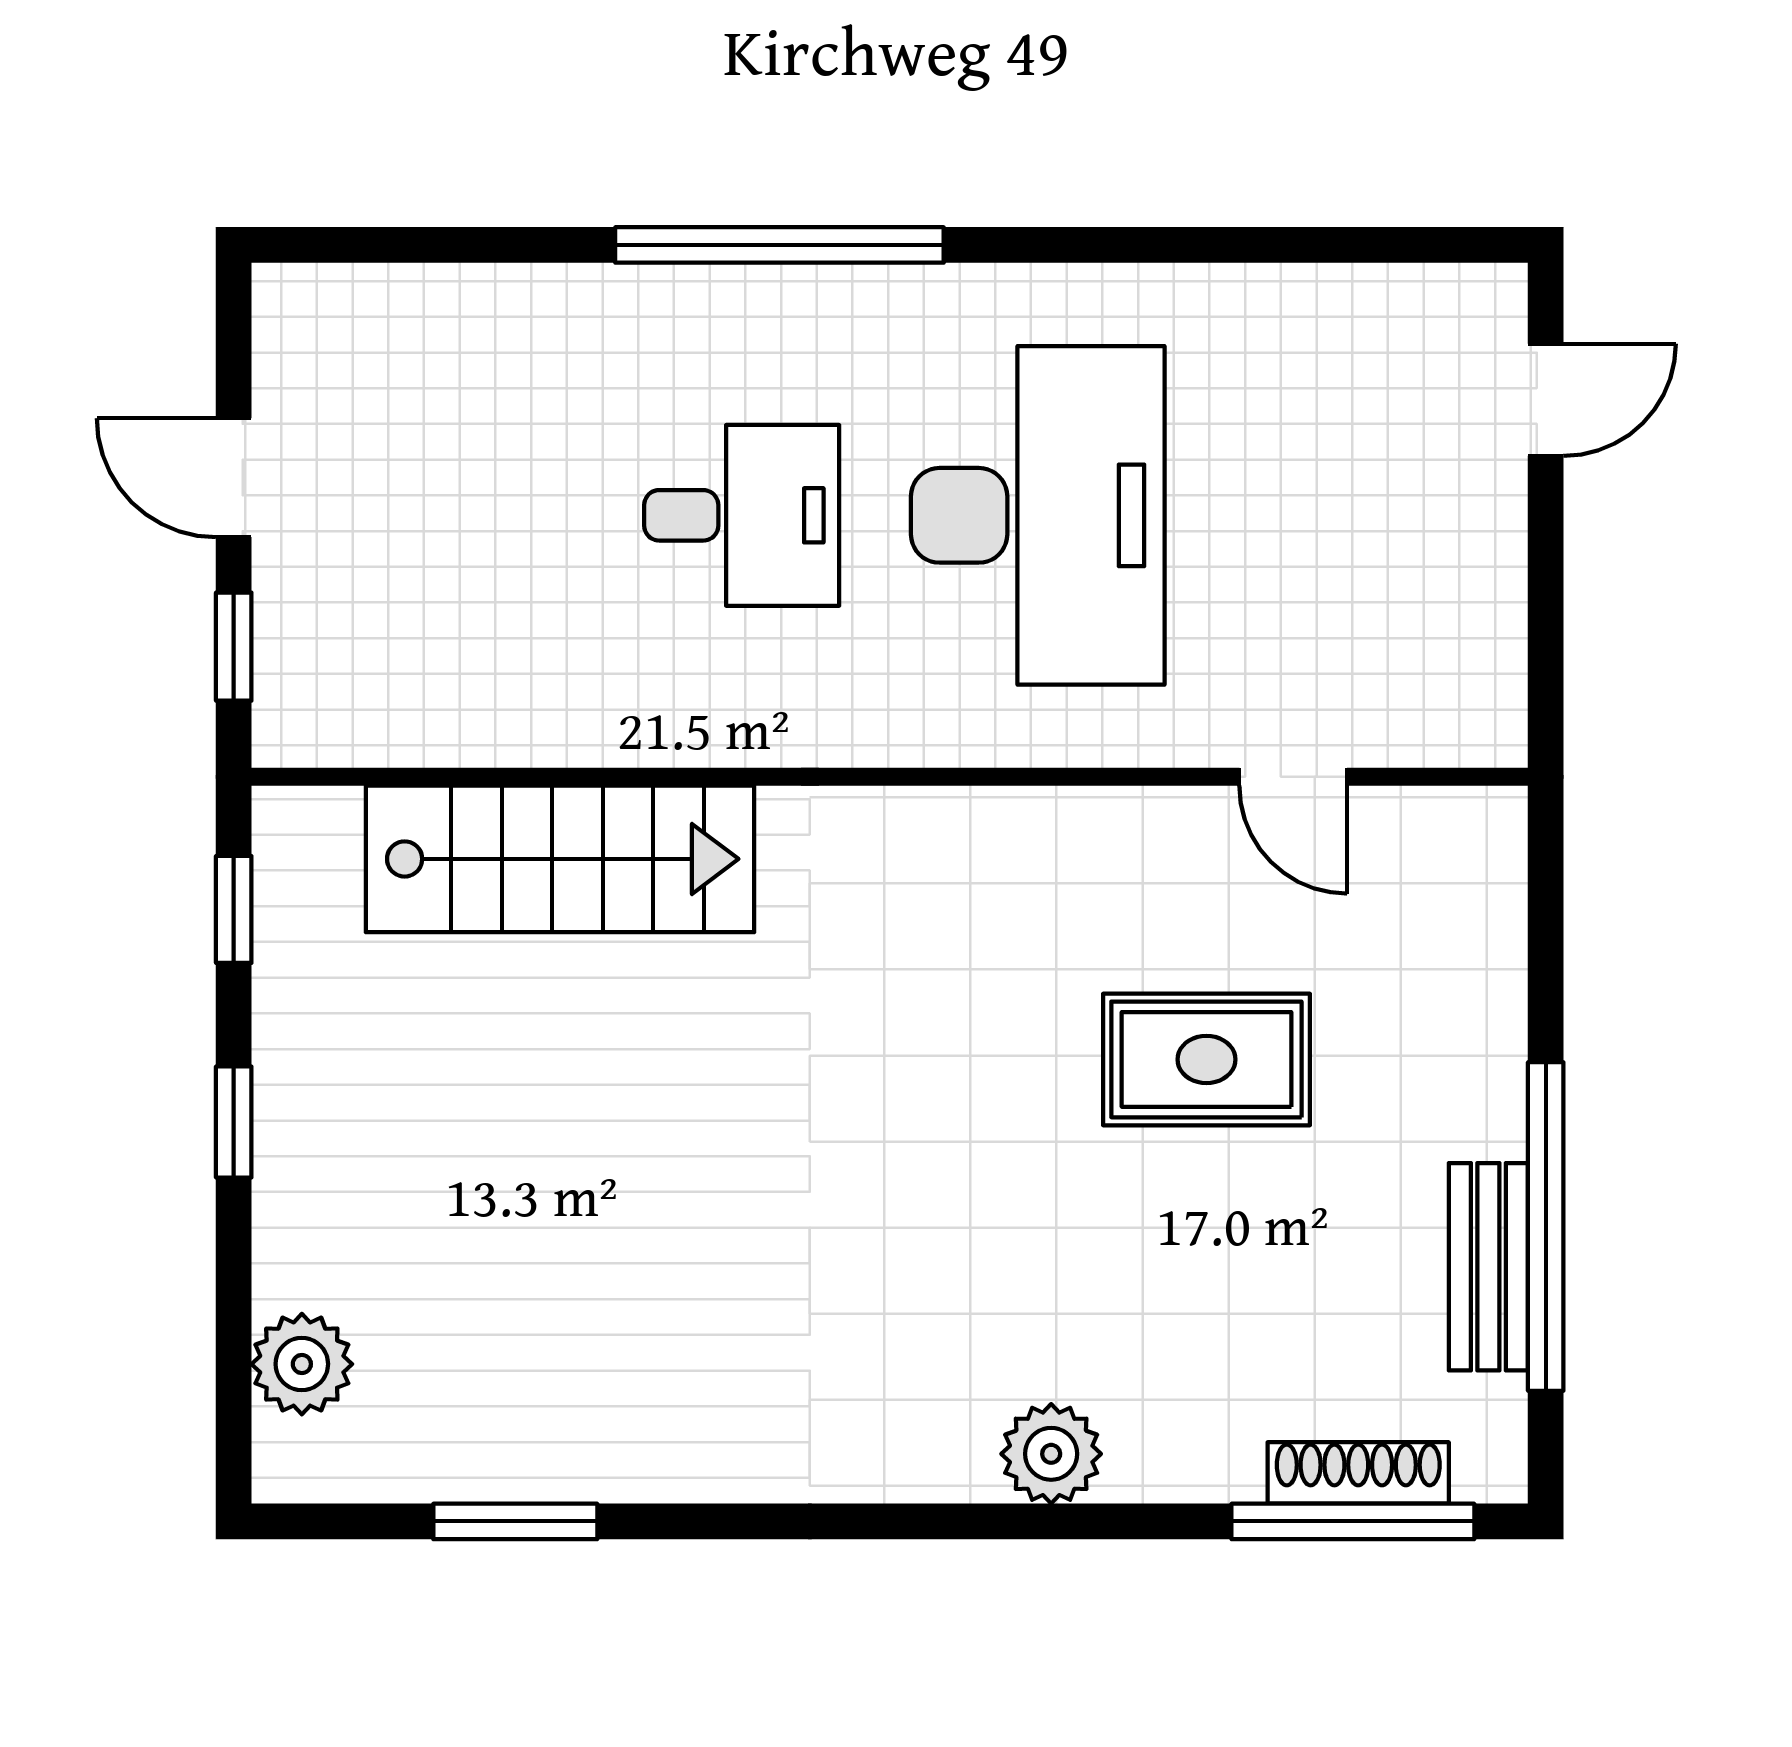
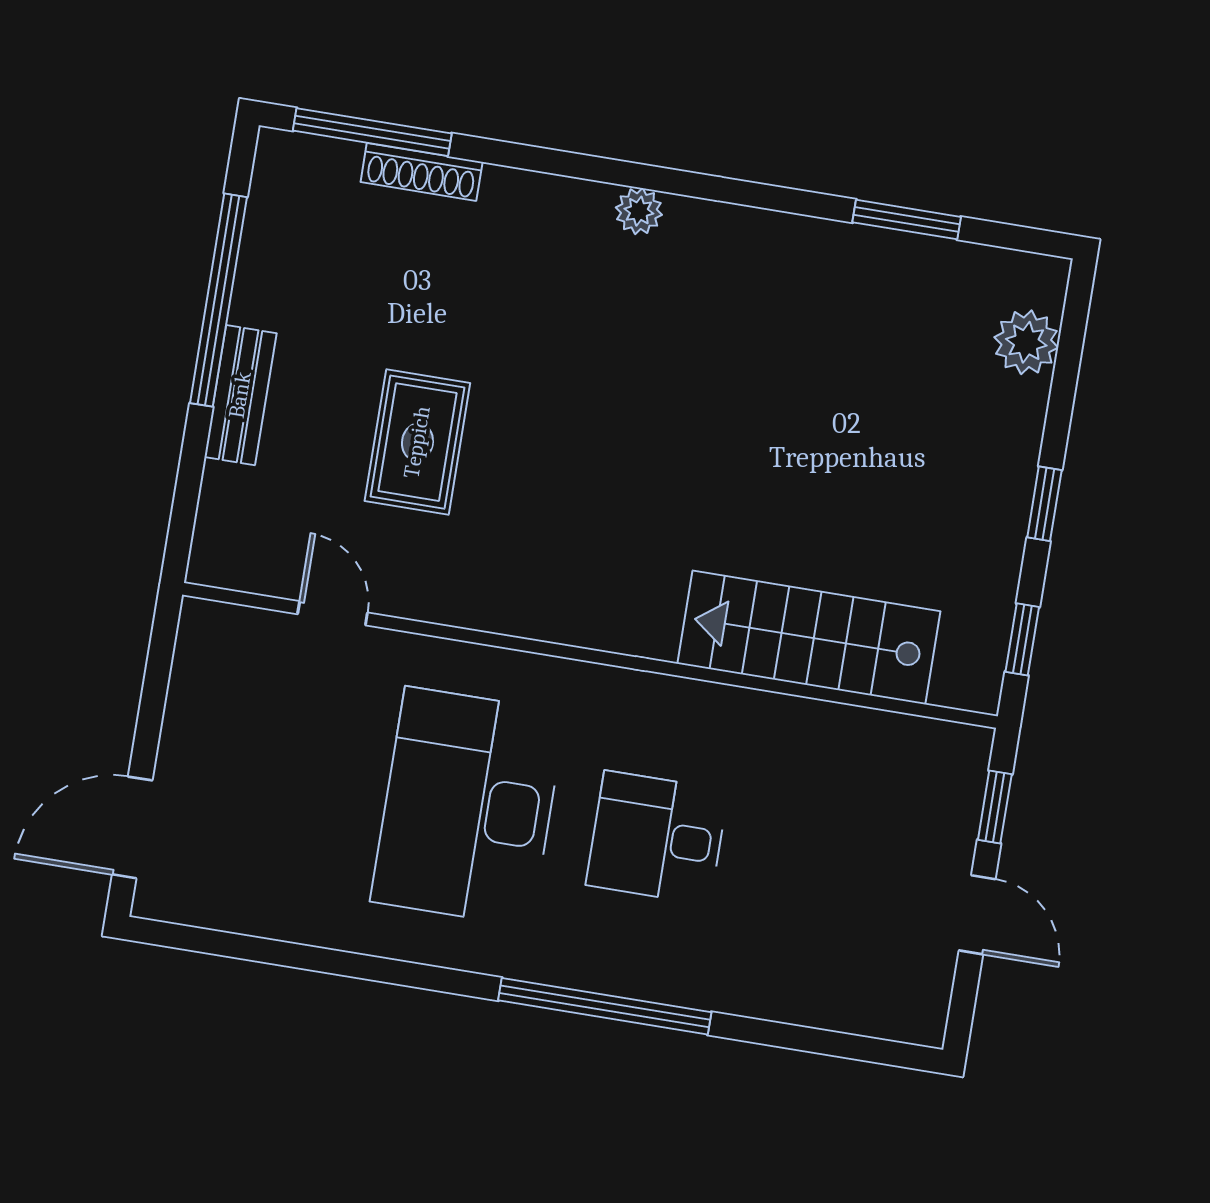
door: (1546, 400) -> (132, 827), width x1.38
rug: (1206, 1059) -> (417, 442), turned 90
bench: (1488, 1267) -> (240, 395), moved
plant: (1051, 1454) -> (639, 211), moved, width x0.73, depth x0.73
shoe rack: (1358, 1473) -> (422, 172), moved

